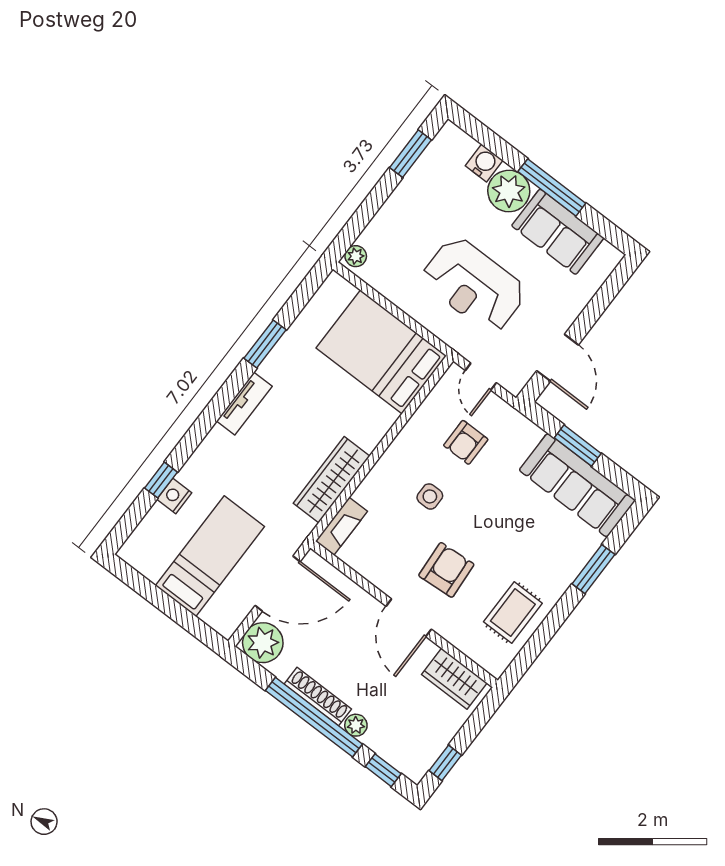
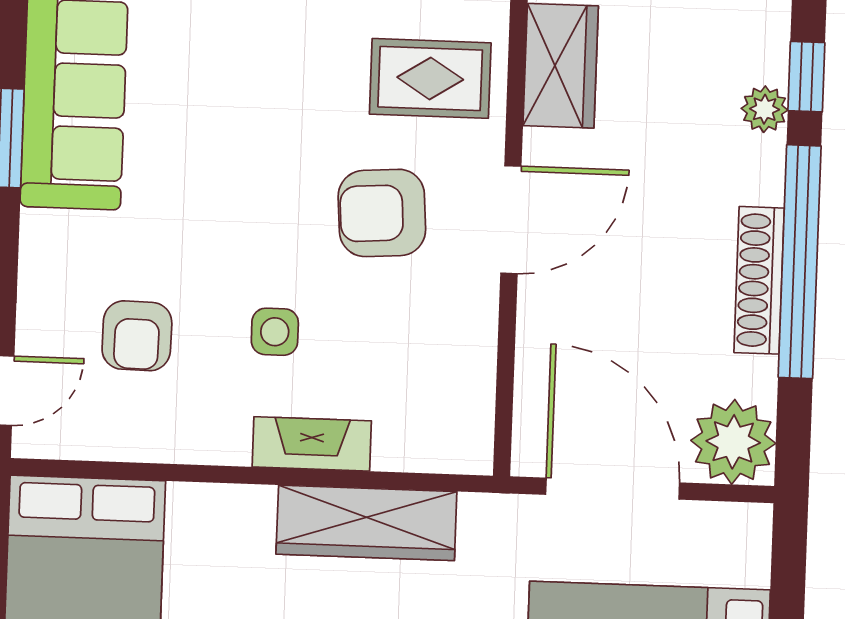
armchair: (466, 442) -> (137, 336), turned 91
fireplace: (341, 526) -> (312, 444), moved
rug: (513, 613) -> (430, 78), moved
plant: (356, 725) -> (765, 109), moved

